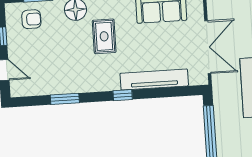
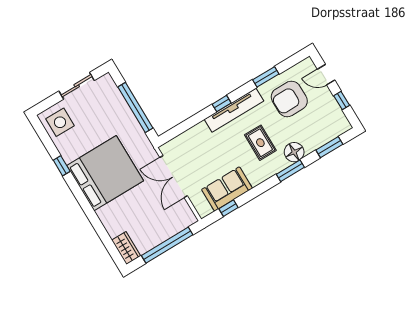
armchair: (31, 19) -> (289, 99), moved, width x1.88, depth x1.88
tv unit: (154, 80) -> (234, 110), moved

